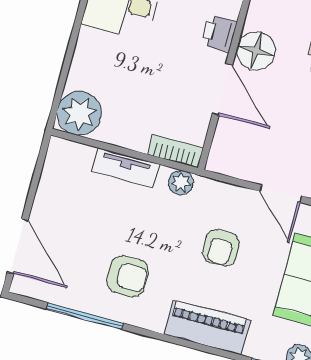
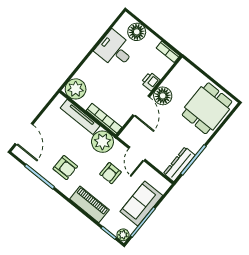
bookcase: (175, 151) -> (104, 119), width x1.56
tv unit: (125, 168) -> (80, 117), width x1.41
plant: (181, 183) -> (102, 142), width x1.88, depth x1.88
door: (281, 194) -> (137, 154), moved

